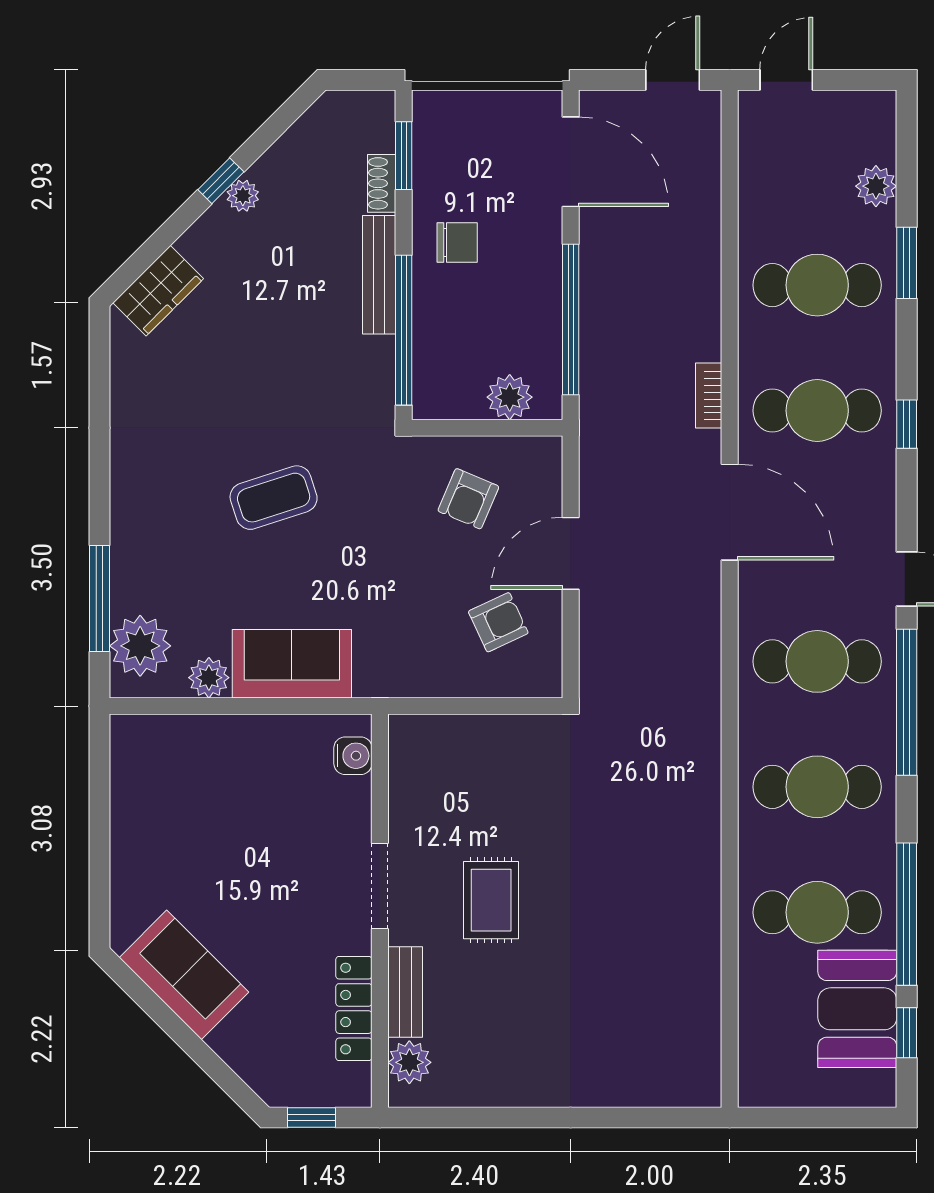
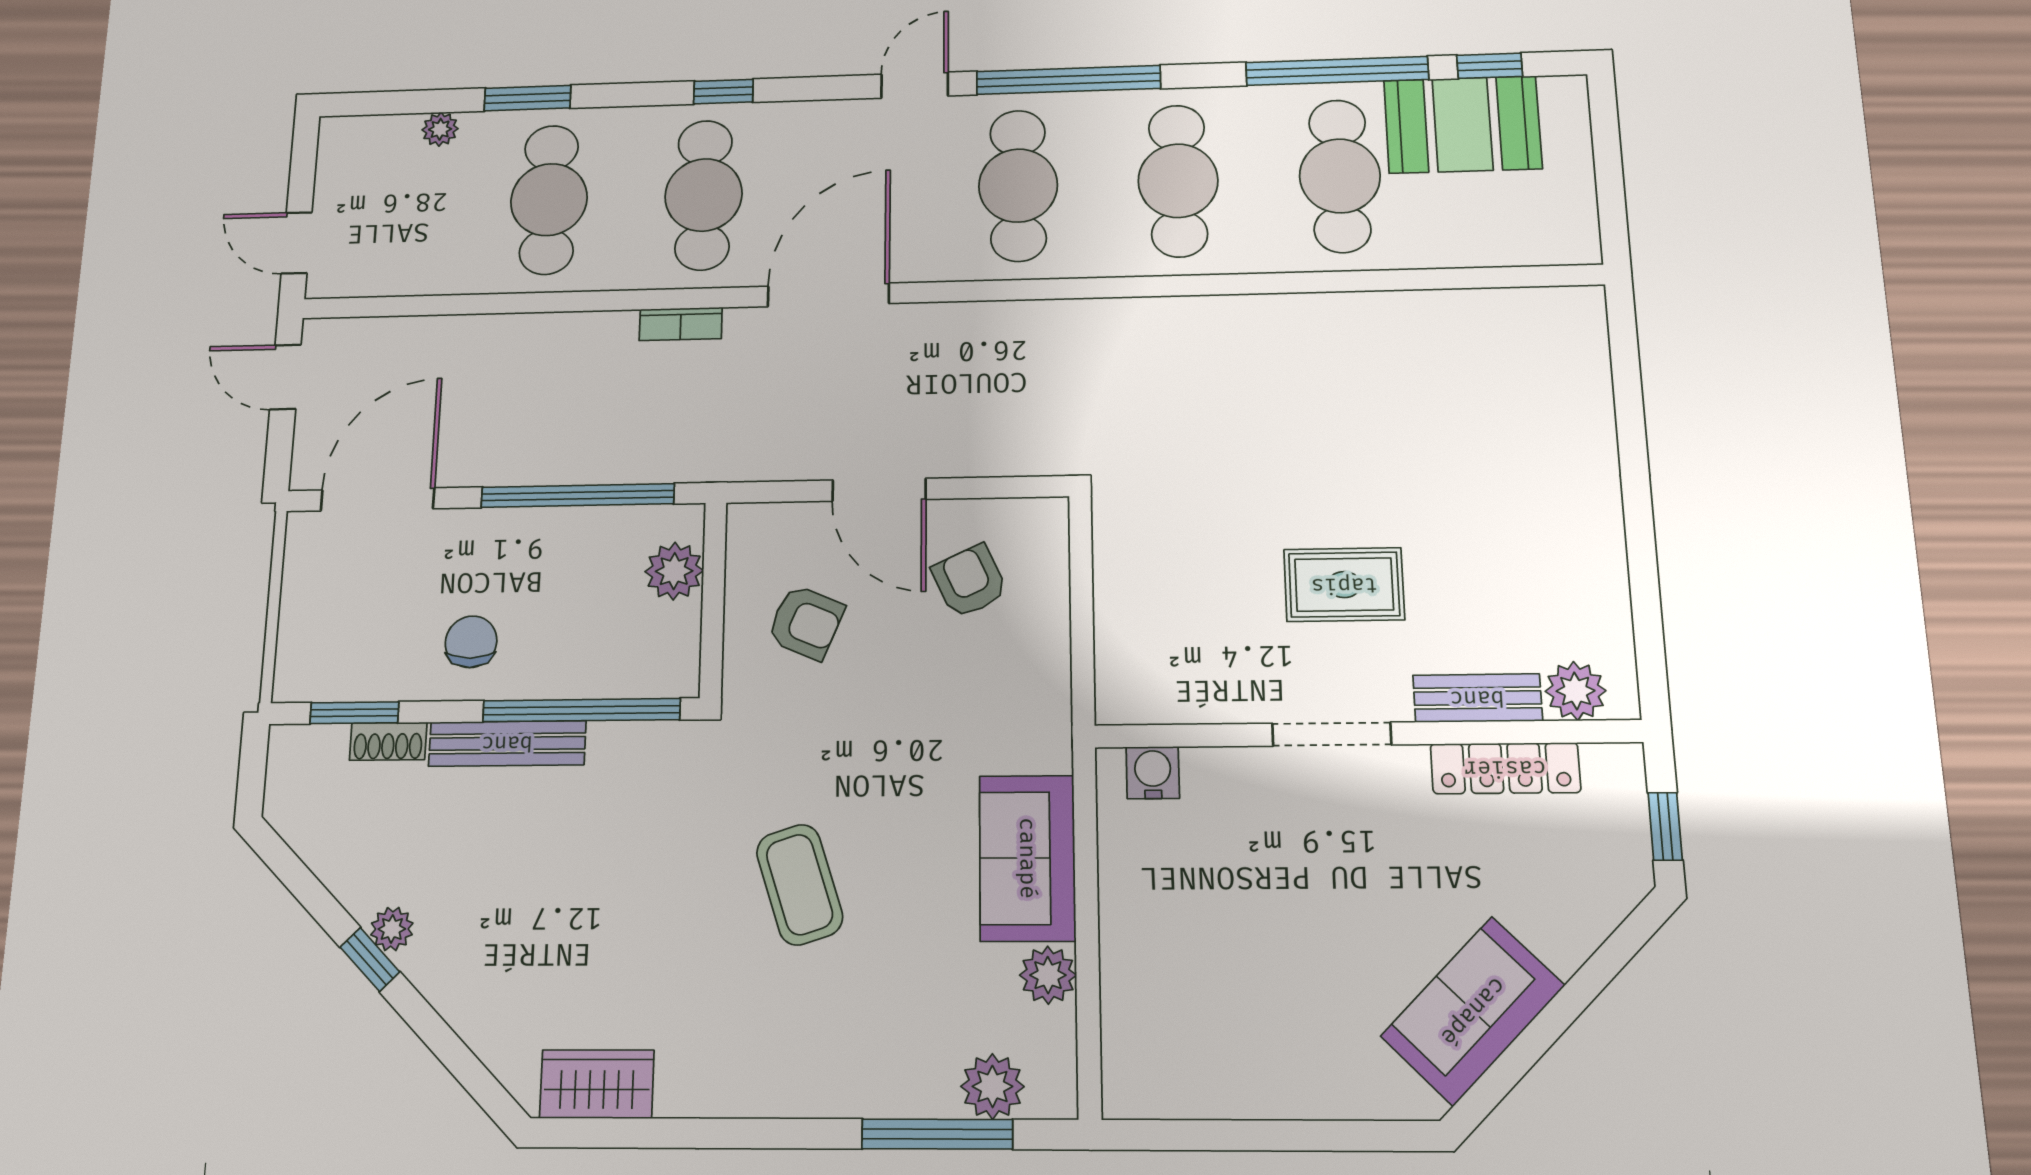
plant: (876, 186) -> (440, 129), width x0.73, depth x0.73
wardrobe: (158, 291) -> (597, 1084), moved, turned -45
plant: (140, 646) -> (992, 1086), width x0.73, depth x0.73

